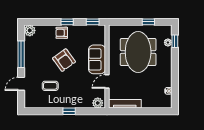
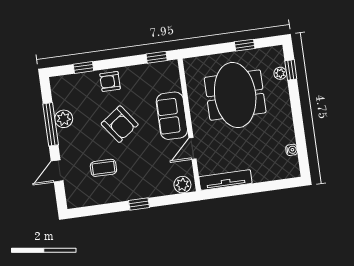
window: (67, 22) -> (83, 68), moved
plant: (30, 30) -> (64, 119), moved

